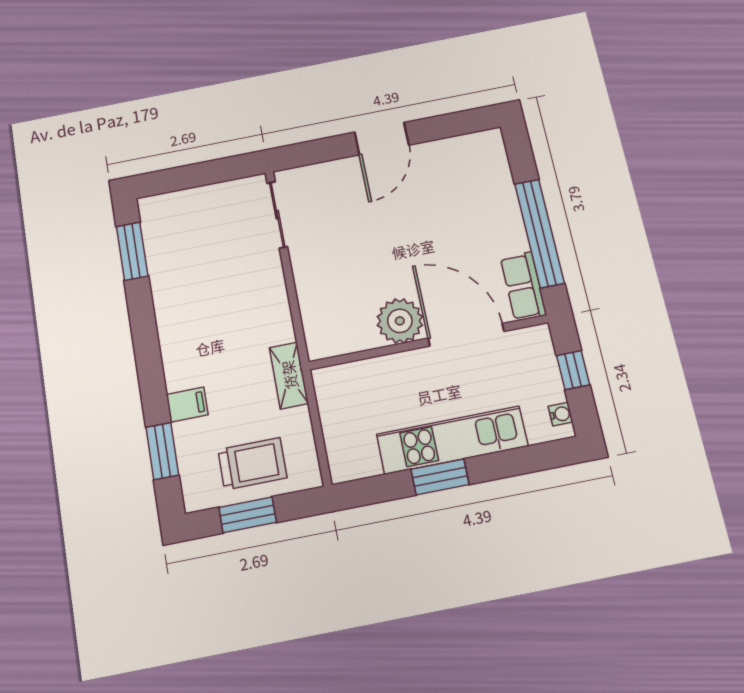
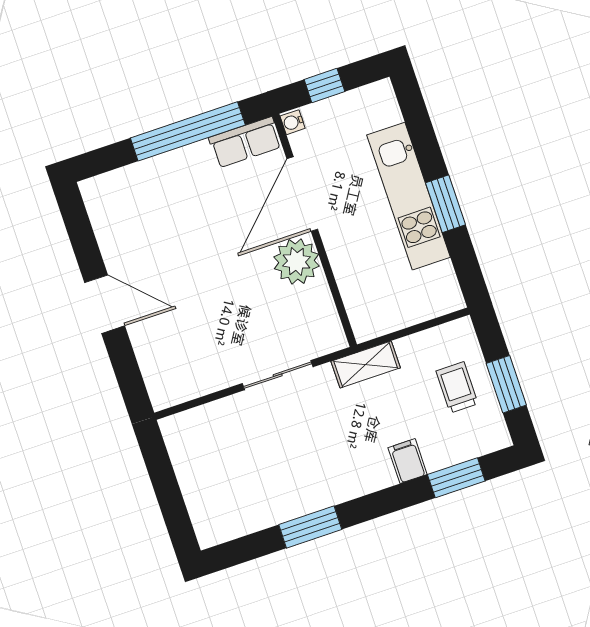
sliding door: (277, 215) -> (278, 375), moved
window: (132, 251) -> (310, 527), moved
water cooler: (561, 414) -> (293, 122), moved, turned -90
trolley: (252, 464) -> (457, 387), width x0.73, depth x0.72

